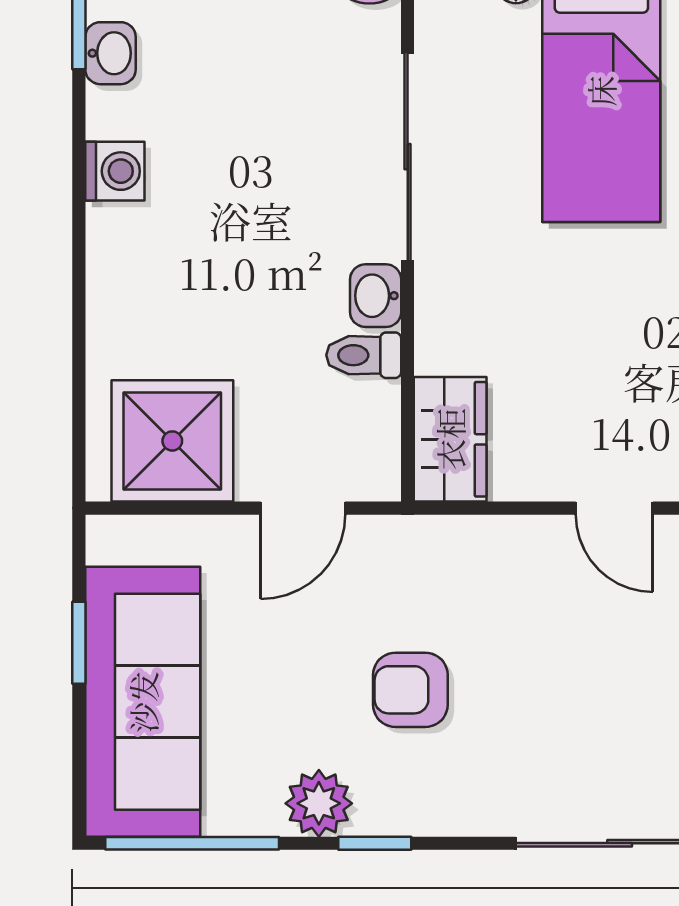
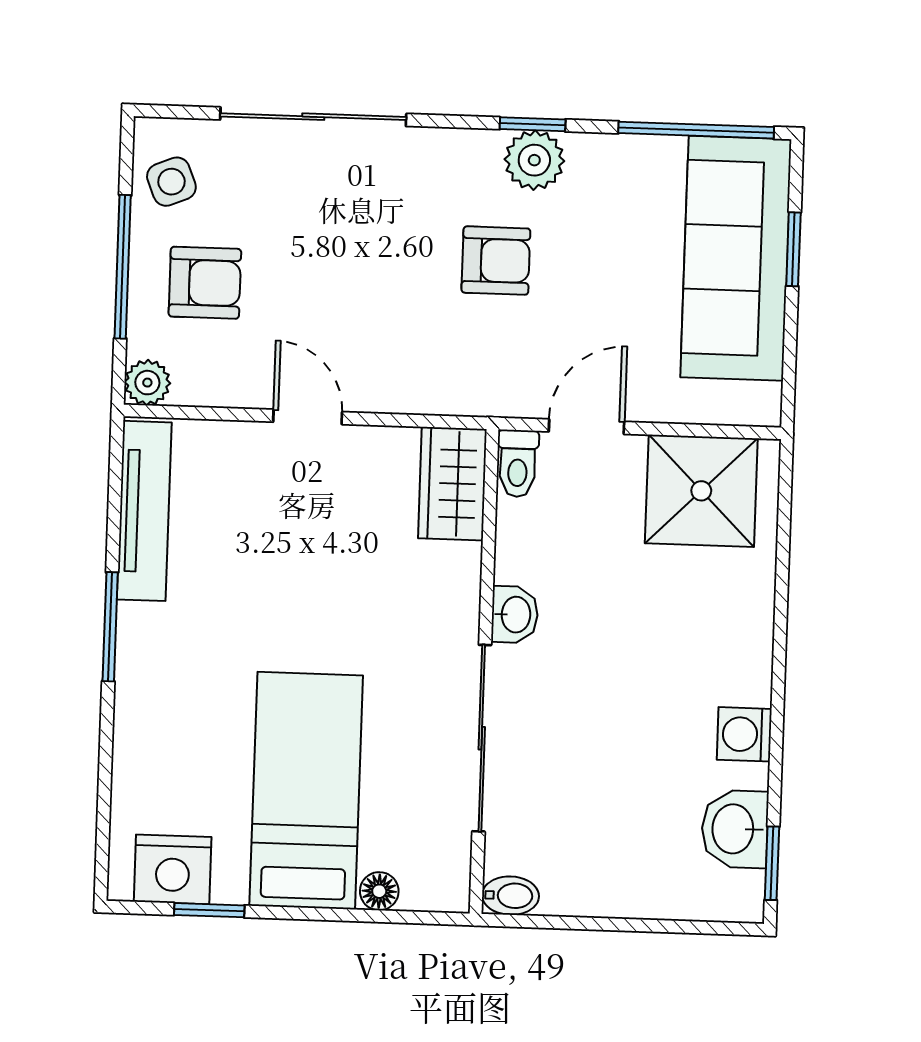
washbasin: (111, 53) -> (735, 829), width x1.38, depth x1.45
toilet: (364, 355) -> (518, 463), moved, turned 90
window: (79, 643) -> (793, 249), moved
plant: (319, 803) -> (534, 160), moved

